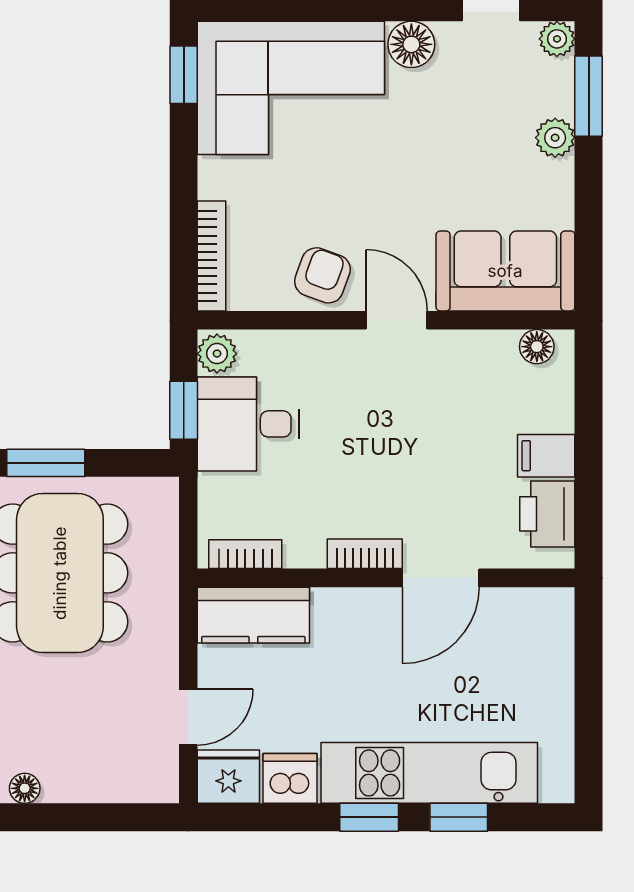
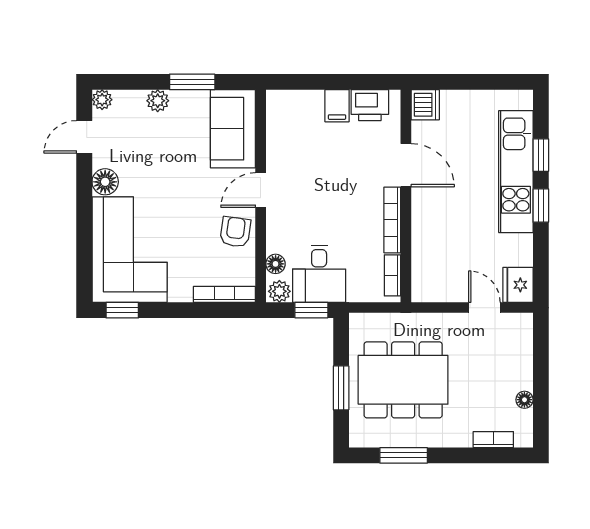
window: (589, 96) -> (192, 82), moved
armchair: (322, 275) -> (235, 232), turned 78
floor lamp: (537, 347) -> (276, 264), moved
bookcase: (365, 554) -> (392, 220), width x1.56
kitchen counter: (253, 615) -> (427, 271), removed
dishwasher: (290, 778) -> (425, 105), moved, turned 180

